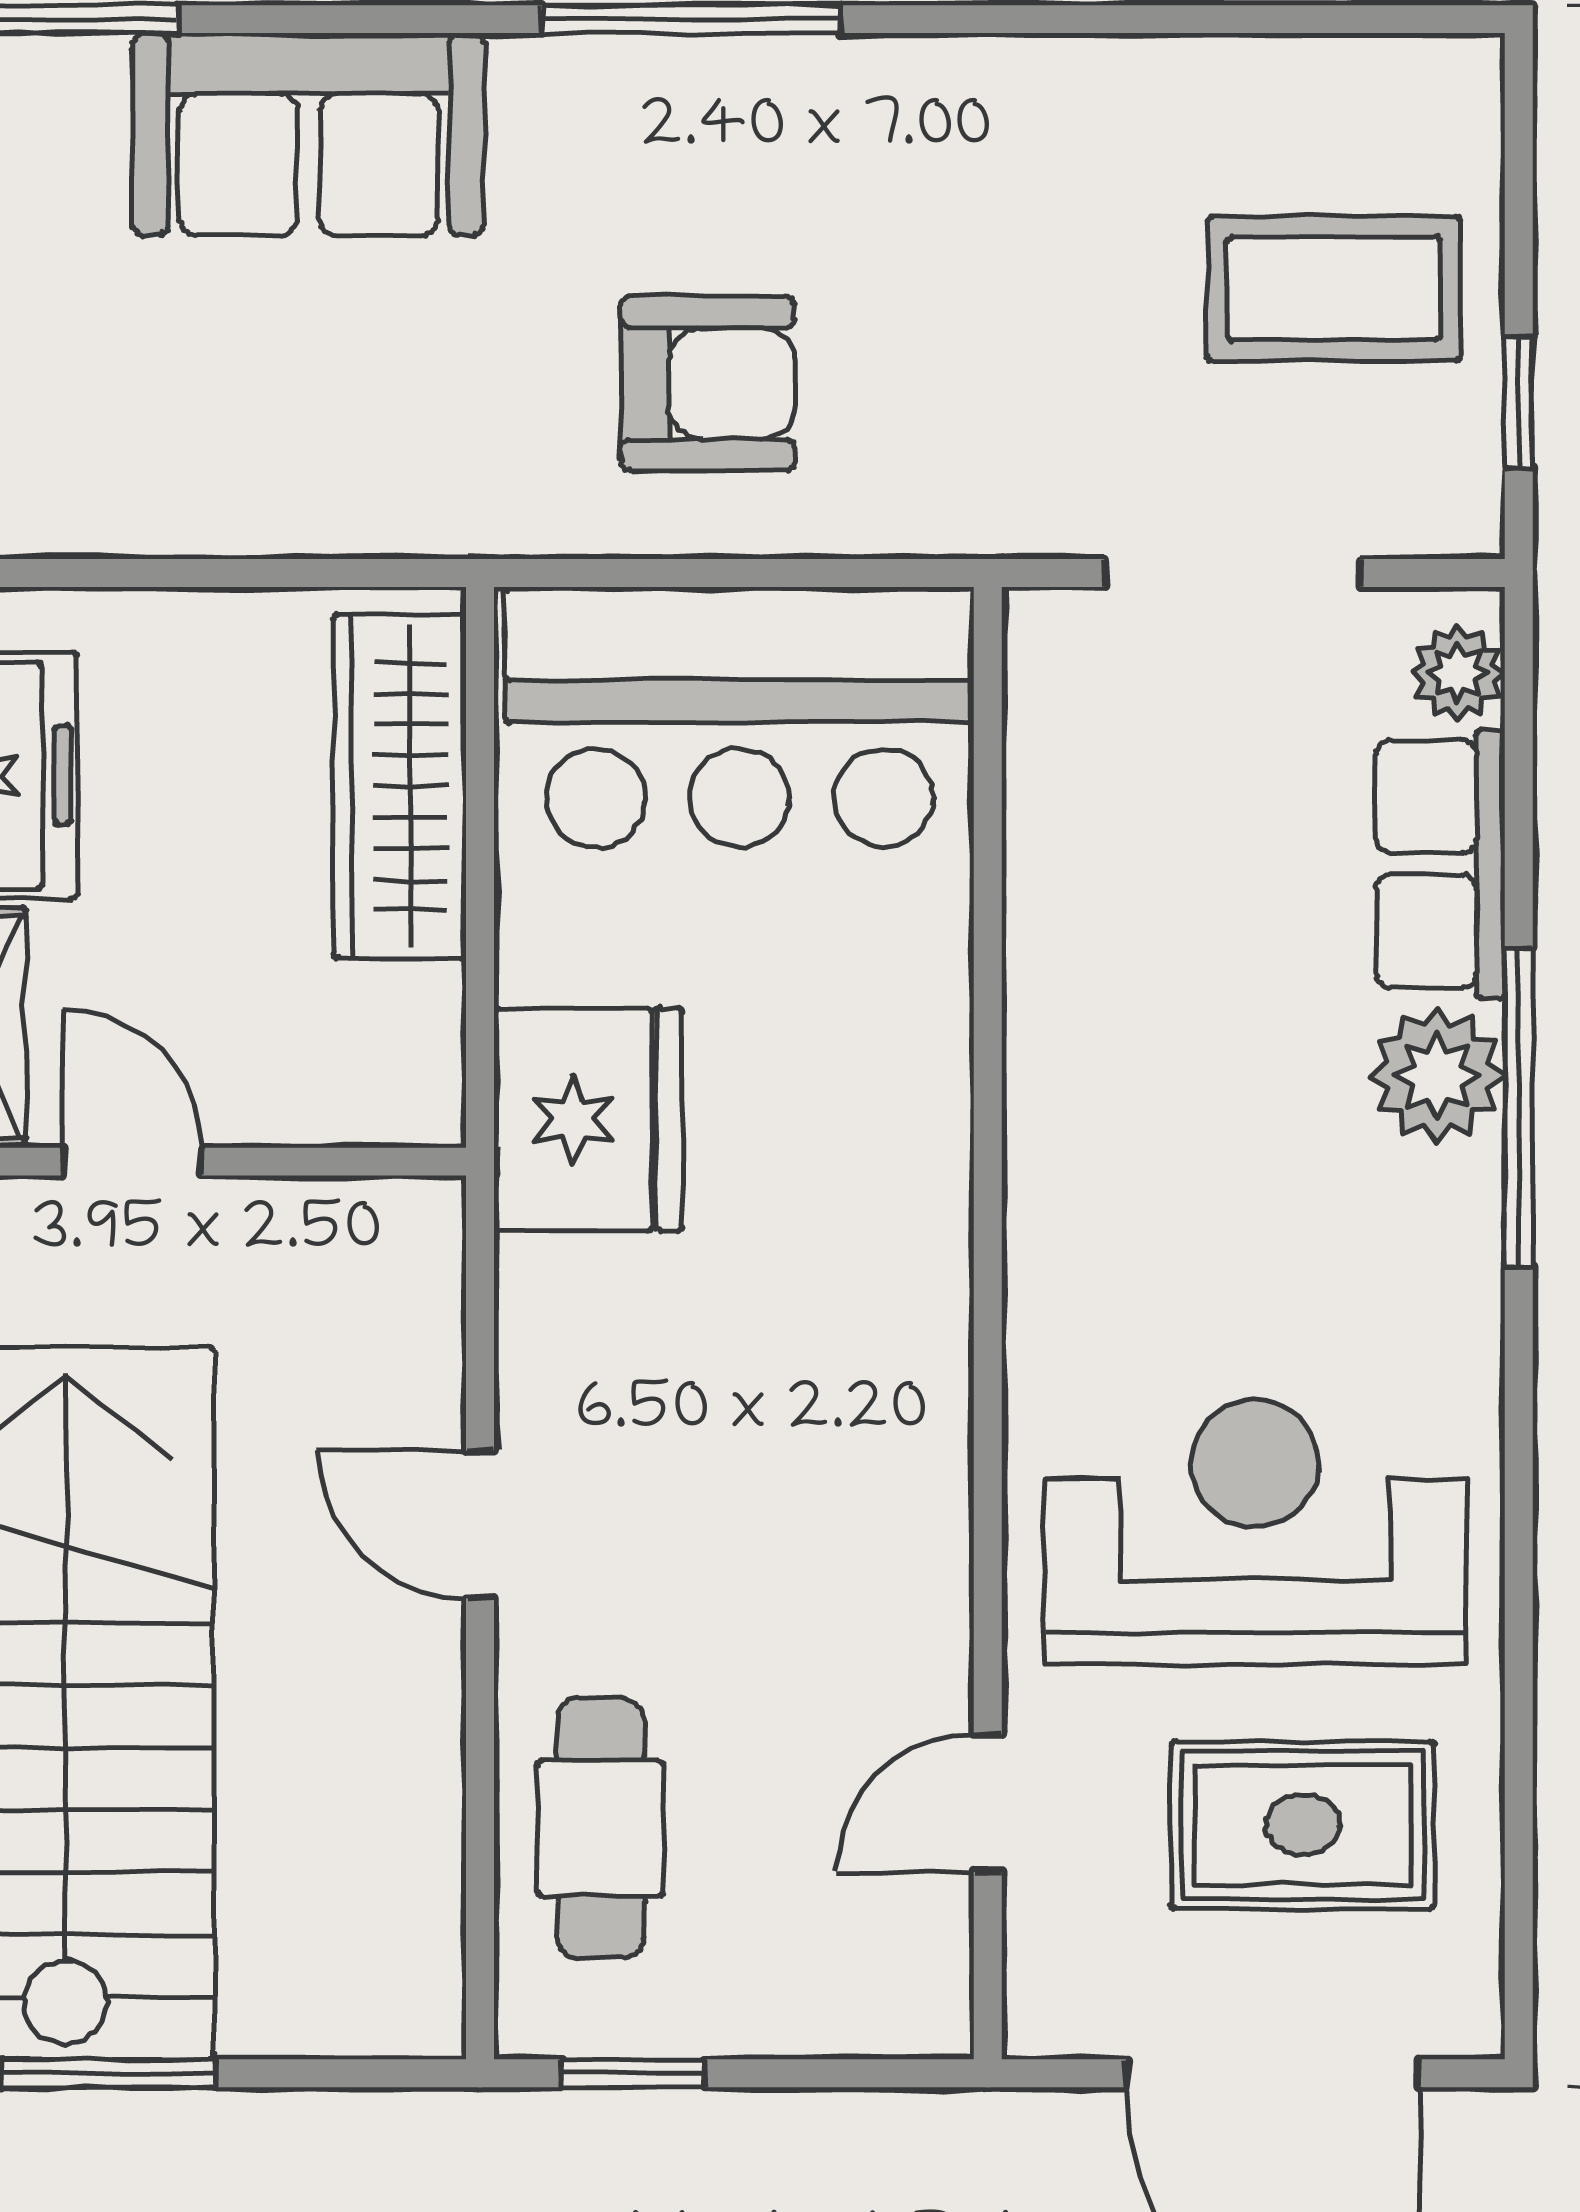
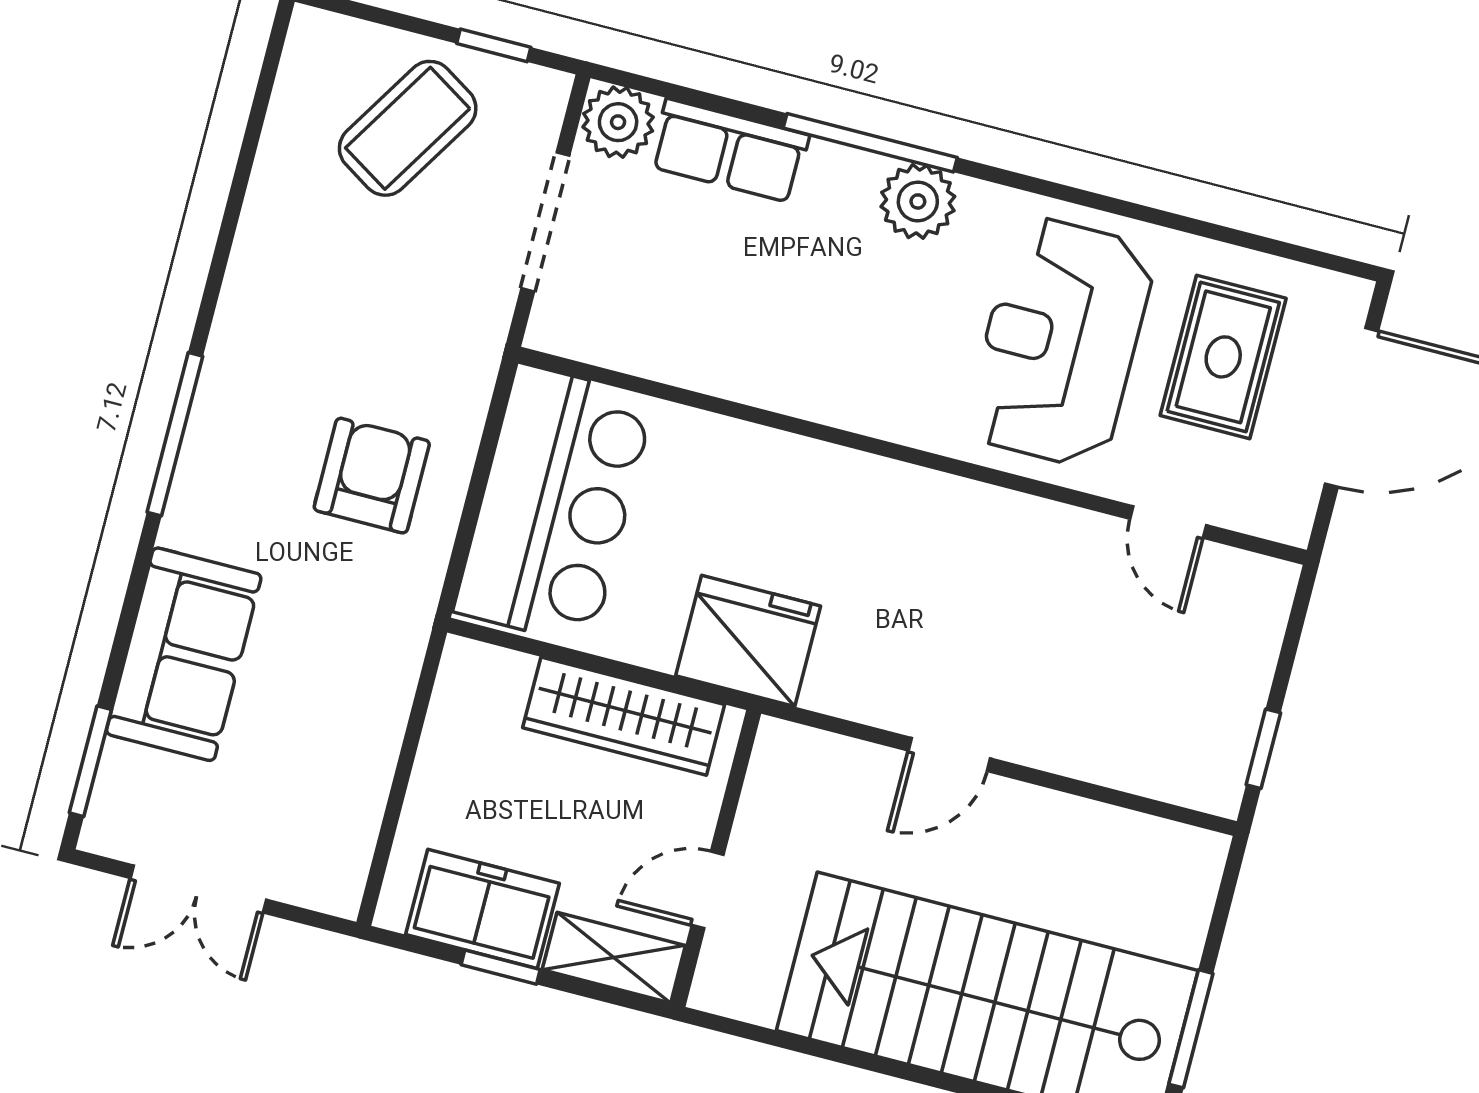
coffee table: (1334, 289) -> (408, 128), turned 32
plant: (1458, 673) -> (618, 122), width x1.38, depth x1.38
wardrobe: (400, 786) -> (624, 716), moved
plant: (1437, 1075) -> (918, 201), moved
cafe table: (600, 1828) -> (1128, 732), removed

